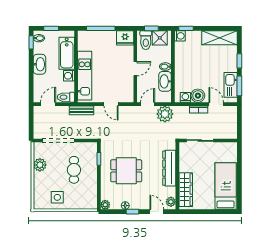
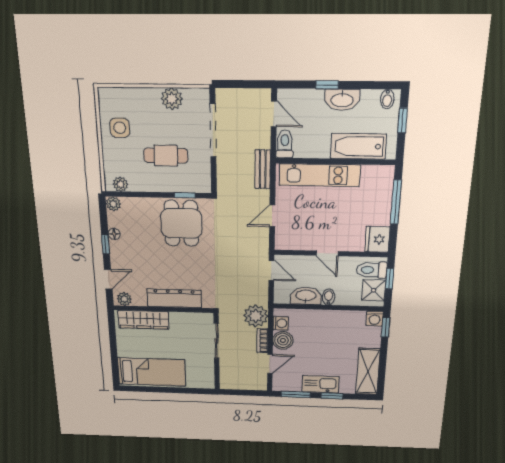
window: (31, 42) -> (327, 85), moved
washing machine: (69, 76) -> (320, 150), removed
kitchen sink: (231, 85) -> (321, 384), moved
plant: (165, 114) -> (256, 316), moved
dining table: (126, 171) -> (181, 223), moved
plant: (92, 199) -> (120, 184), added

